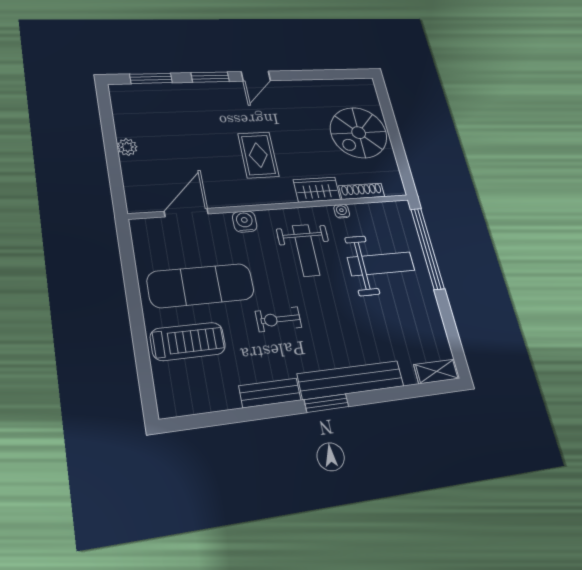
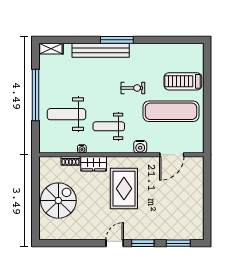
plant: (127, 147) -> (198, 198), removed
rug: (258, 155) -> (124, 189), width x1.36, depth x1.43
shoe rack: (362, 191) -> (70, 161), width x0.70
window: (427, 248) -> (35, 95), moved
weight bench: (306, 250) -> (109, 126), turned -90
bench: (270, 393) -> (146, 49), removed
window: (326, 403) -> (117, 40), width x1.44

